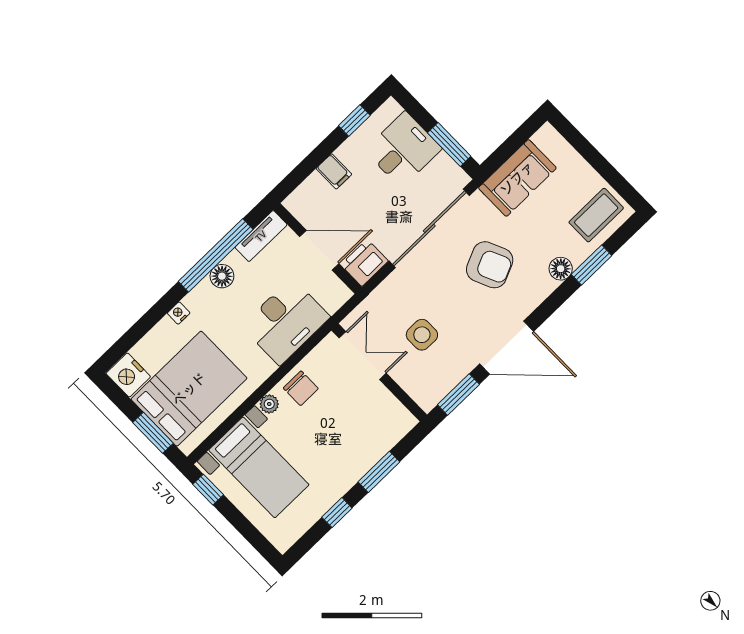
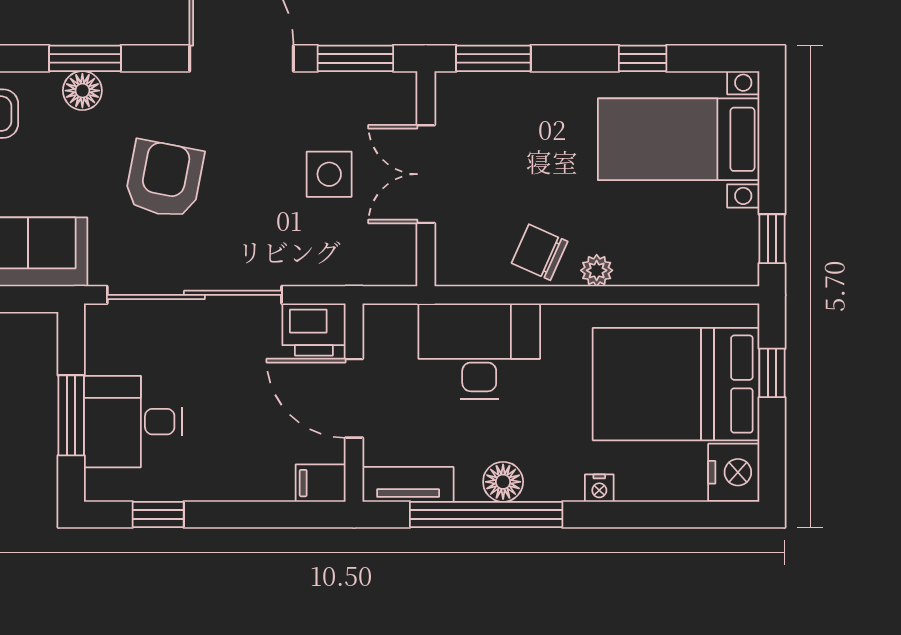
window: (449, 144) -> (71, 415), moved
filing cabinet: (334, 171) -> (321, 483), moved, turned -90
armchair: (490, 265) -> (164, 179), turned 35
window: (592, 265) -> (85, 58), moved
double door: (363, 356) -> (426, 174), moved
chair: (301, 388) -> (540, 252), turned -66
window: (153, 433) -> (772, 373), width x0.67
bed with nightstands: (259, 467) -> (679, 139), moved, turned -90
window: (379, 472) -> (493, 58), moved

